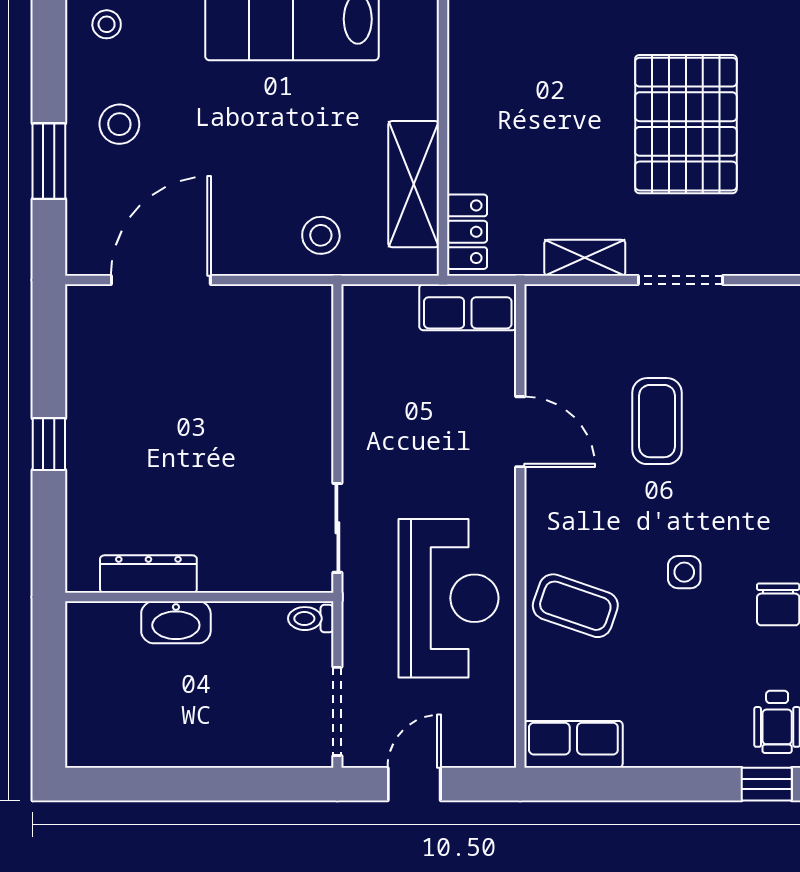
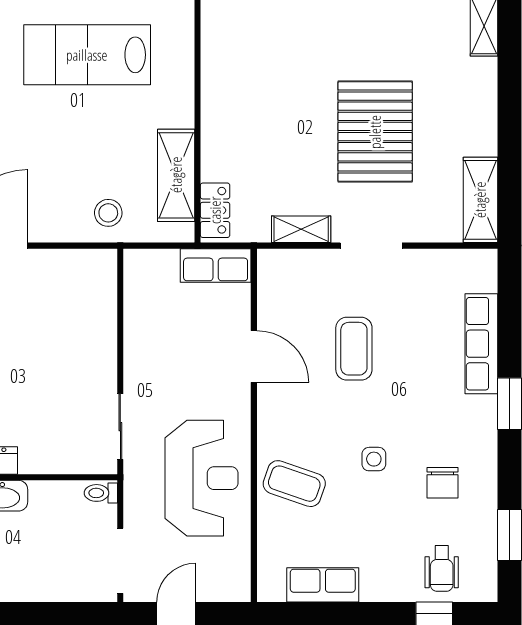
row of seats: (573, 744) -> (323, 585), moved

